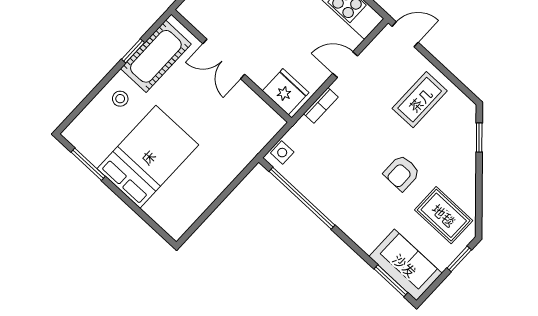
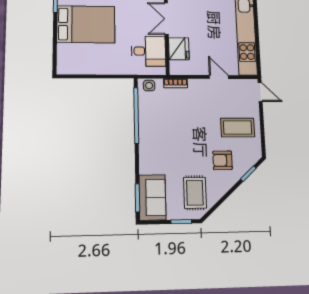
fridge: (286, 92) -> (179, 49), moved
bookcase: (321, 105) -> (175, 83), moved
desk: (243, 116) -> (148, 51), added
armchair: (402, 173) -> (222, 160), moved

